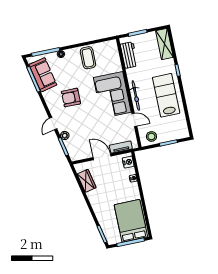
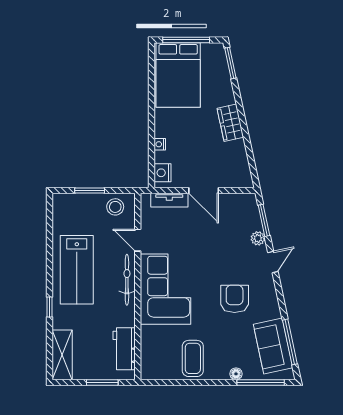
armchair: (71, 98) -> (235, 299), turned -90
wardrobe: (87, 181) -> (230, 123), moved

